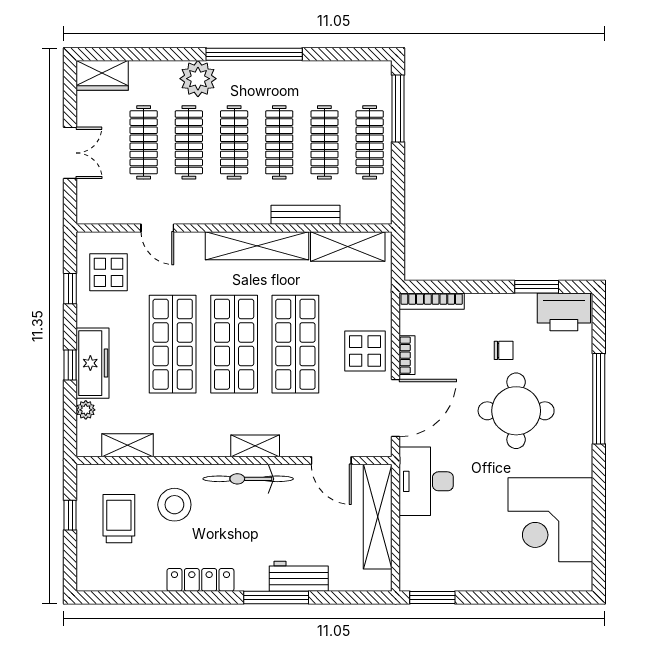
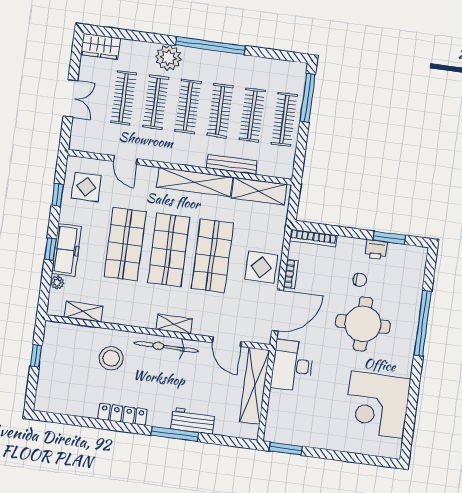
printer: (564, 312) -> (376, 250), moved, width x0.53, depth x0.68
trolley: (119, 519) -> (70, 363), removed

